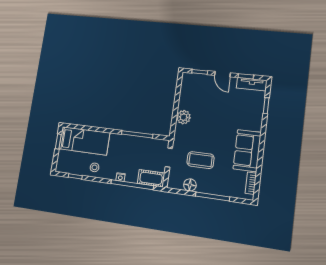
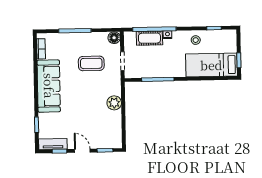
sofa: (247, 151) -> (49, 86), width x1.36
cot: (151, 178) -> (149, 38), moved
floor lamp: (190, 185) -> (114, 38), moved

